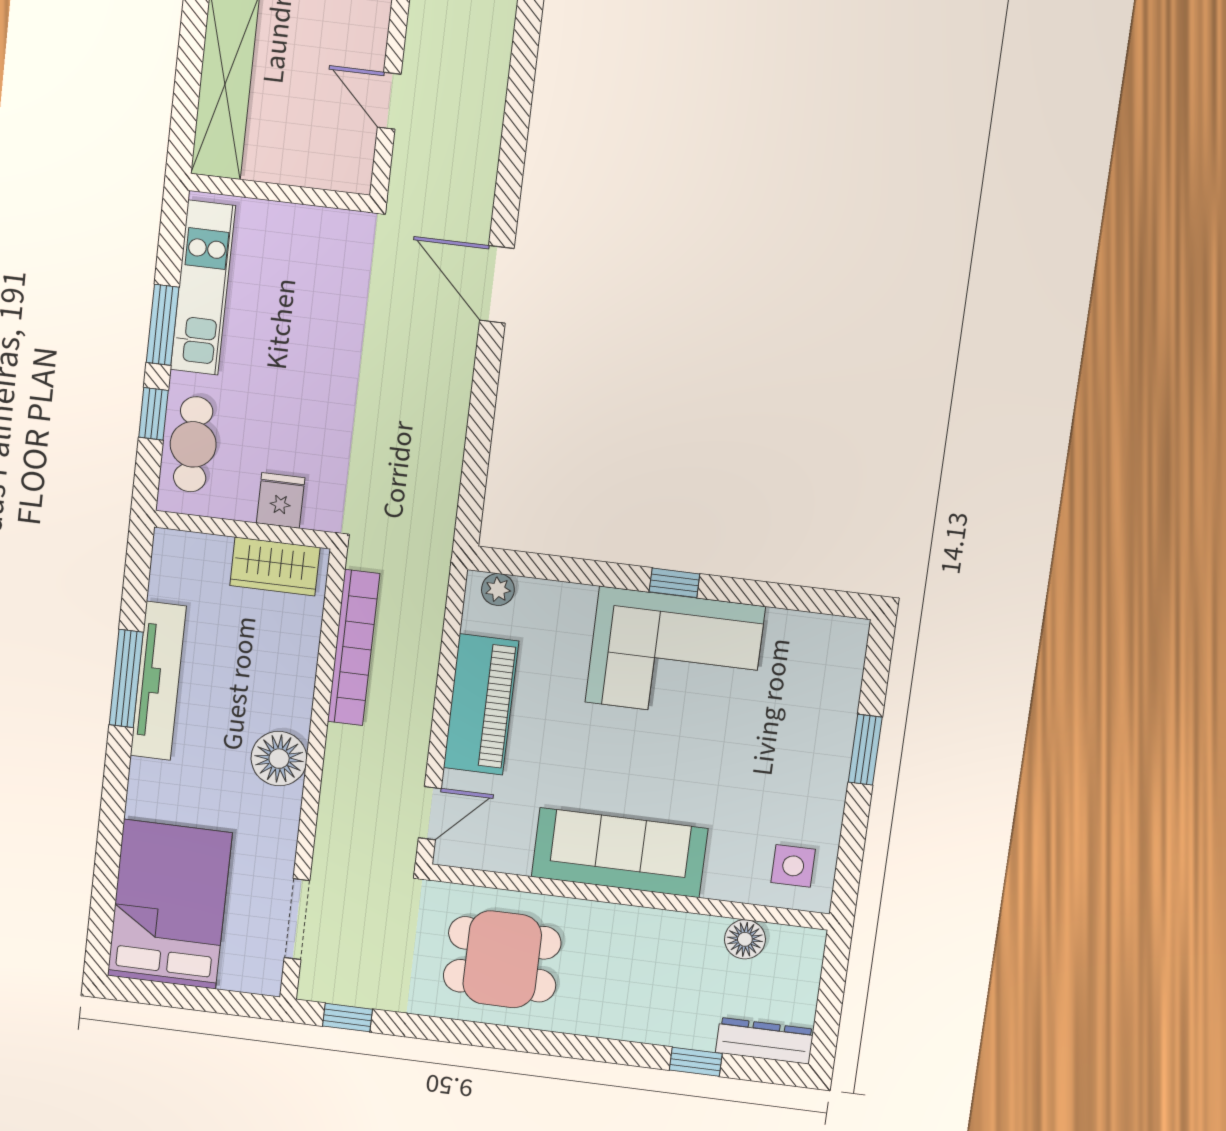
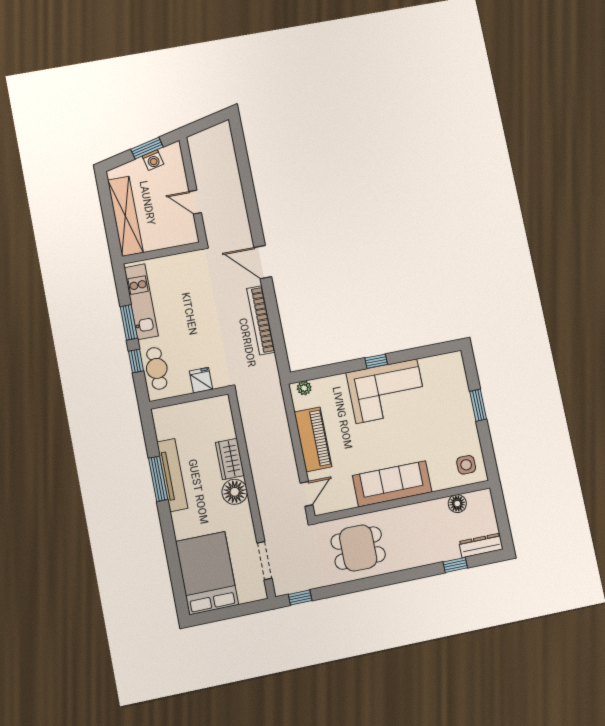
wardrobe: (275, 566) -> (230, 459), moved, turned 90
bookcase: (353, 648) -> (261, 320), moved, turned 180

